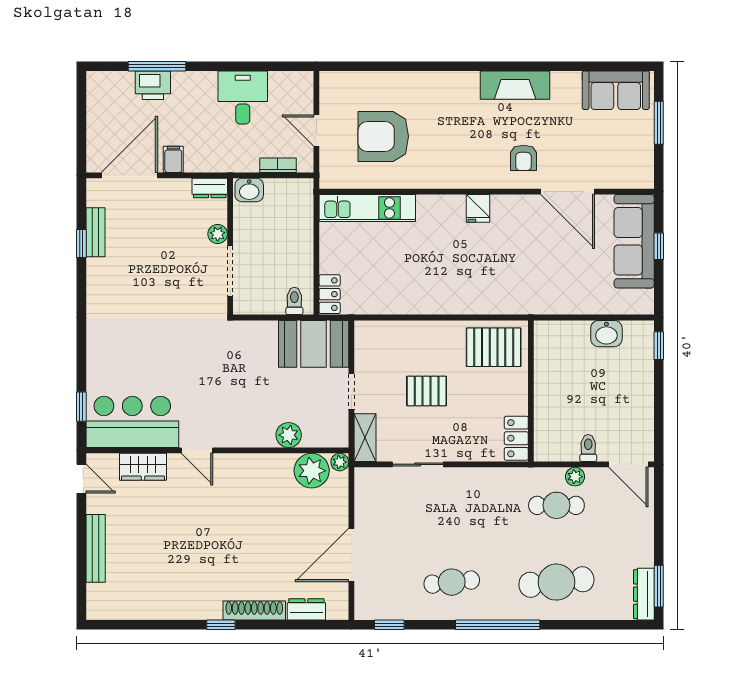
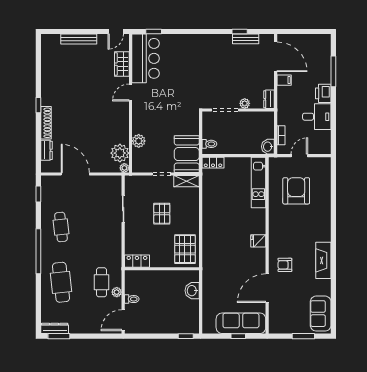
printer: (153, 85) -> (323, 93), moved
washbasin: (249, 190) -> (268, 147), moved
washbasin: (606, 334) -> (192, 291), moved
shelving: (365, 438) -> (186, 181), moved

